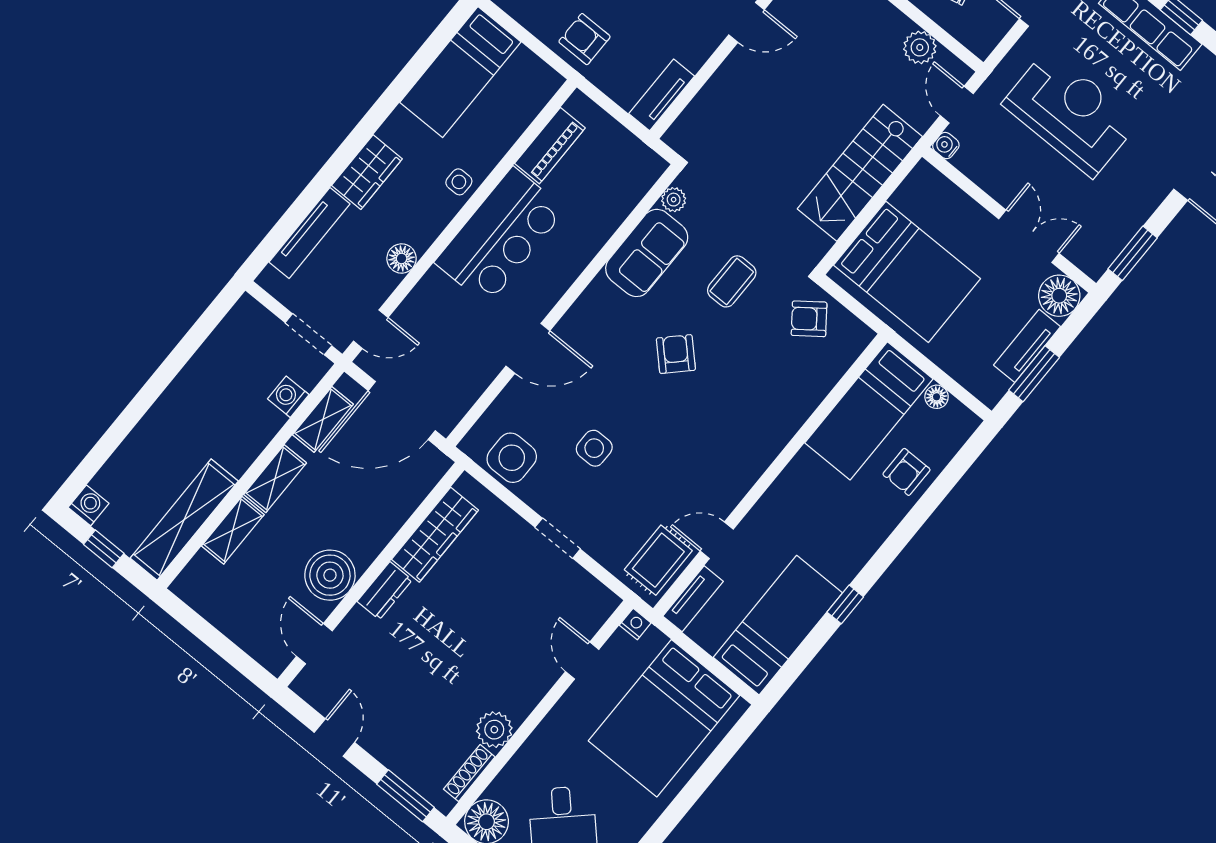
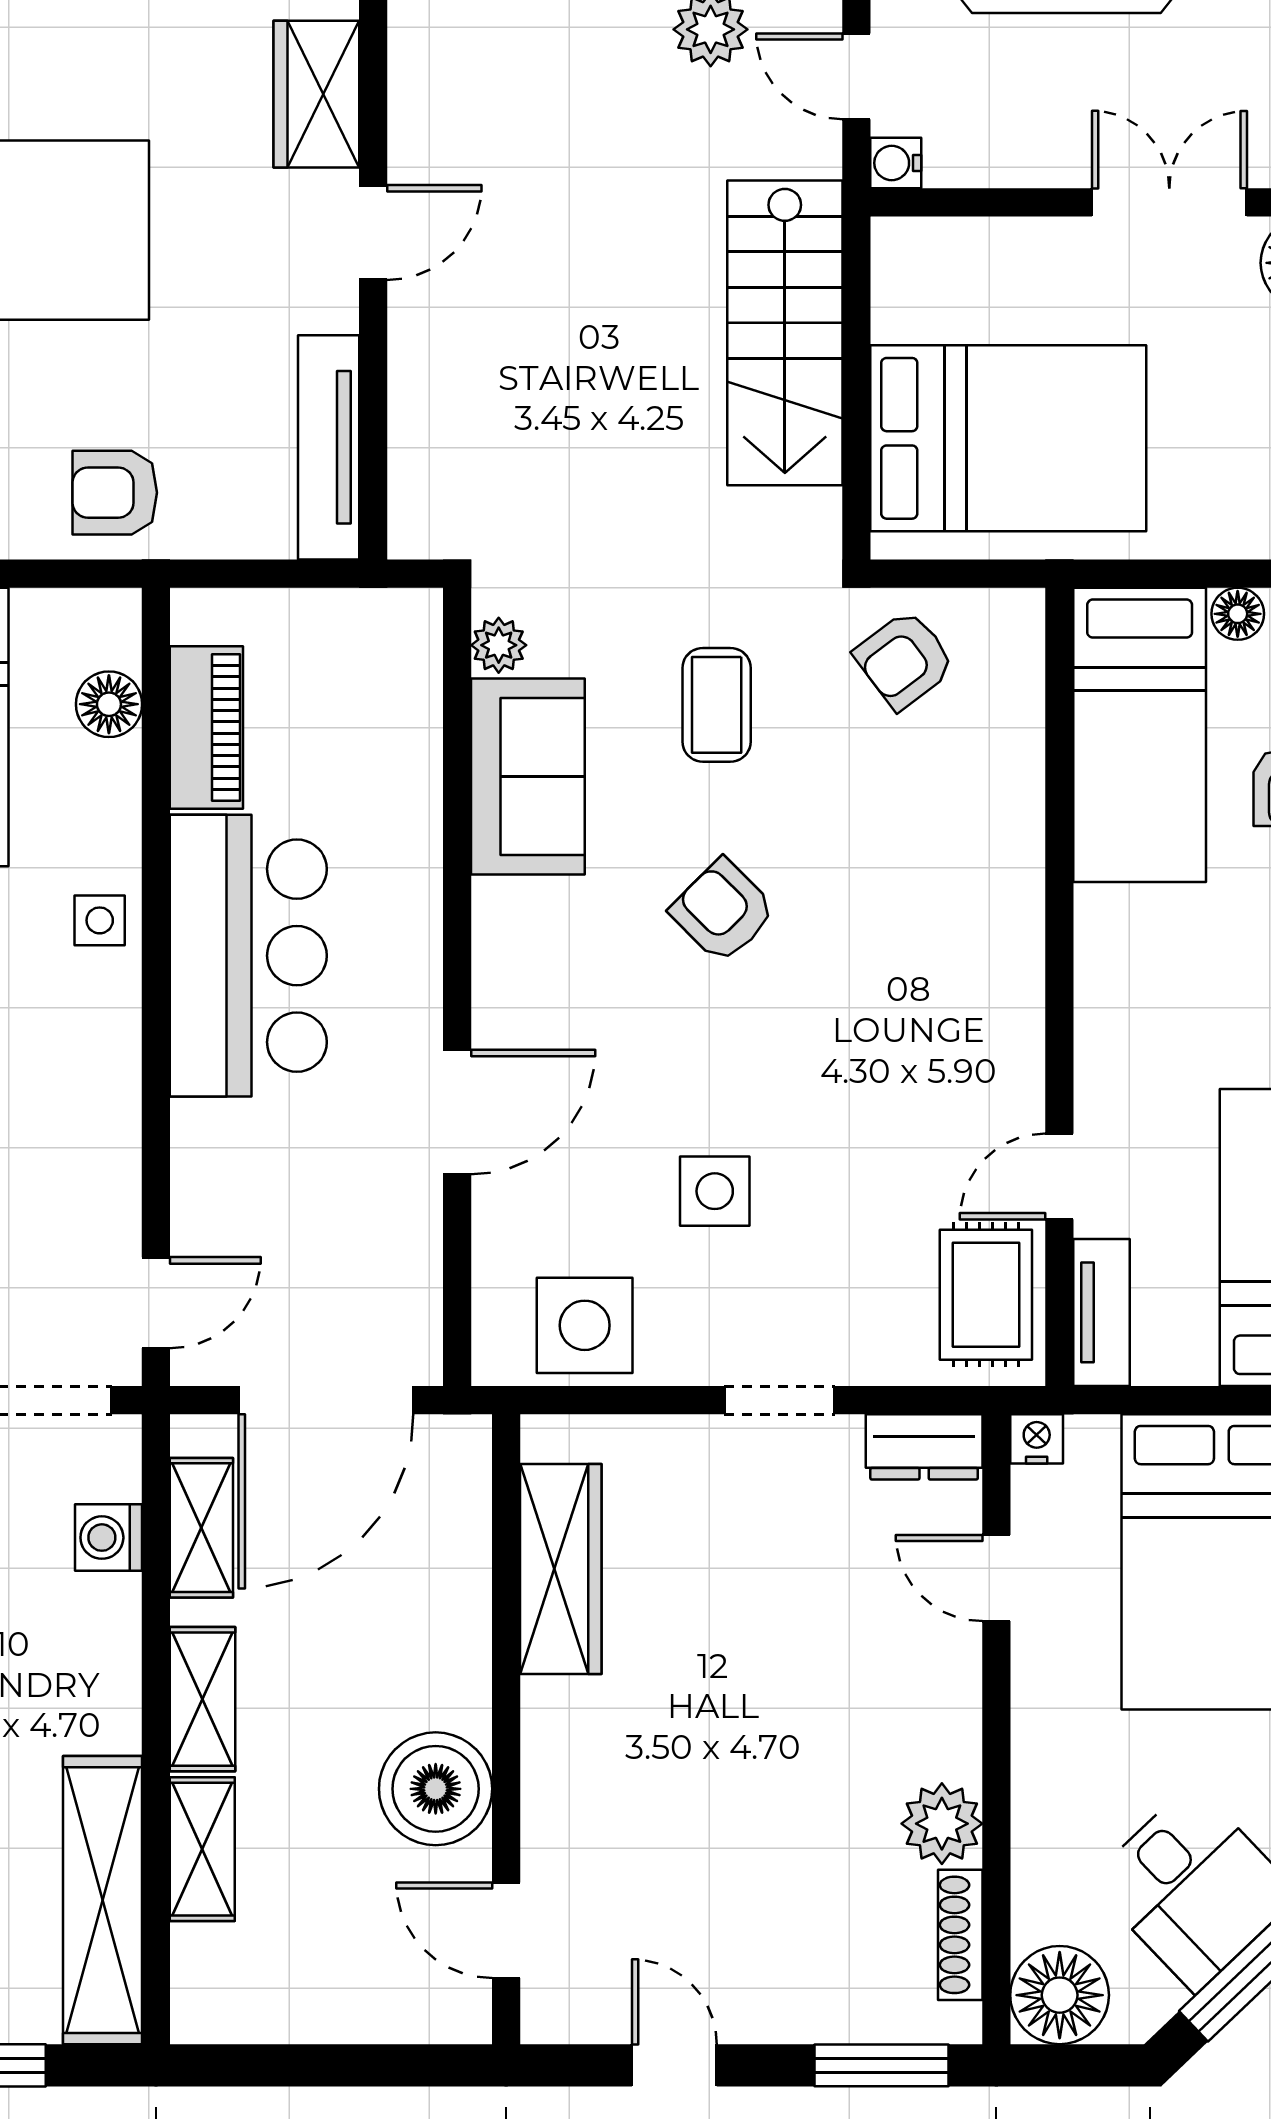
tv unit: (662, 95) -> (329, 447), width x1.41
floor lamp: (402, 259) -> (109, 704), moved
dresser: (385, 591) -> (924, 1447), moved, turned 90

